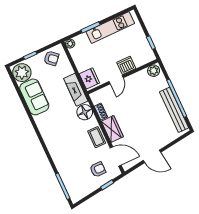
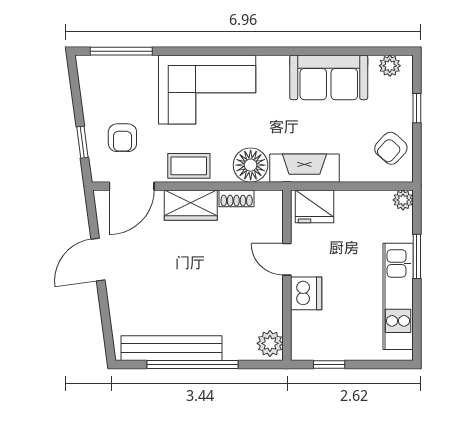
plant: (22, 73) -> (390, 66), width x0.53, depth x0.53
corner sofa: (62, 144) -> (207, 90), added

